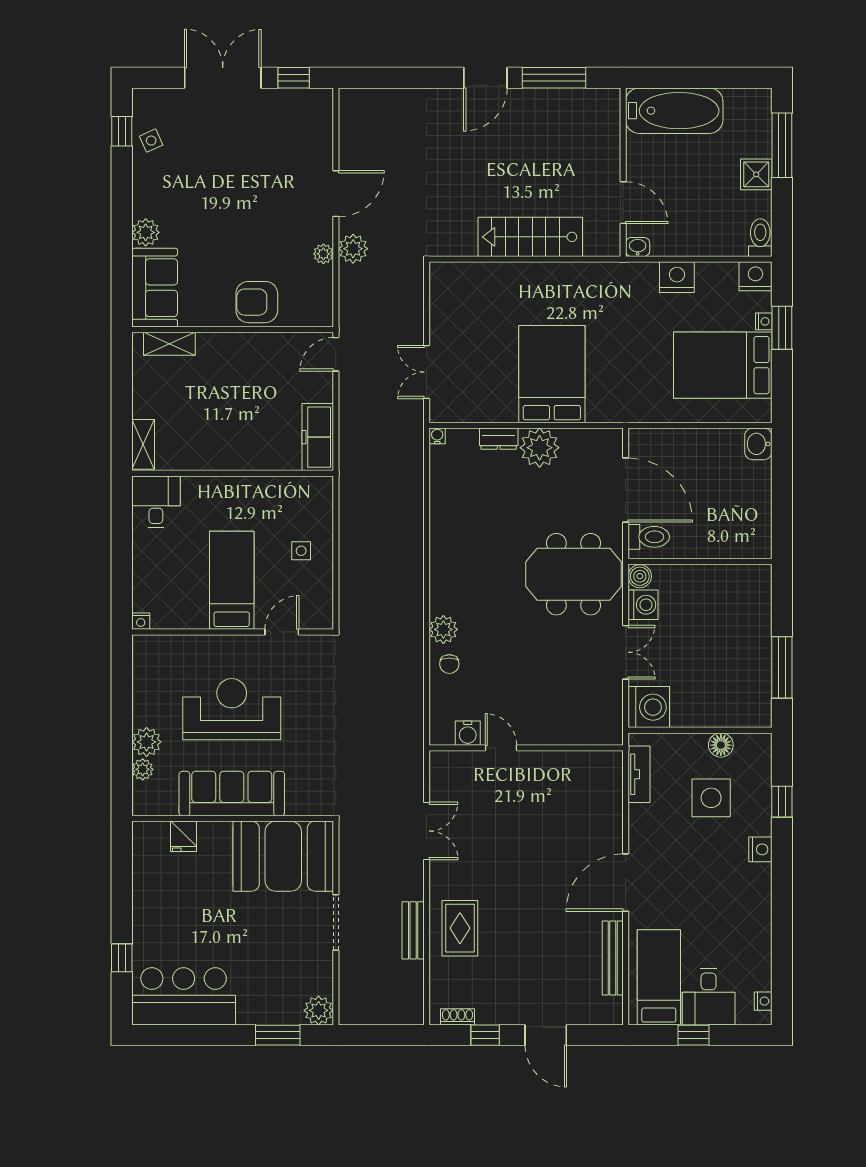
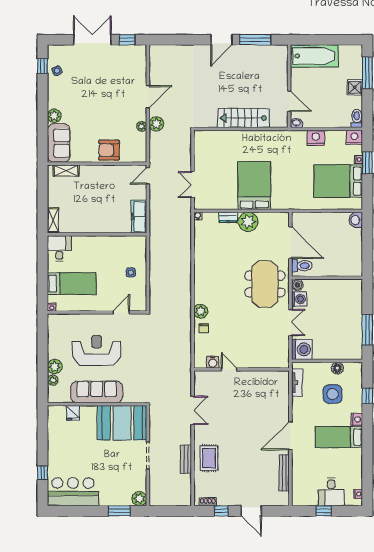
meeting table: (574, 574) -> (265, 284), turned 90
bed: (232, 580) -> (72, 284), moved, turned 90
bed: (659, 977) -> (339, 437), moved, turned -90

